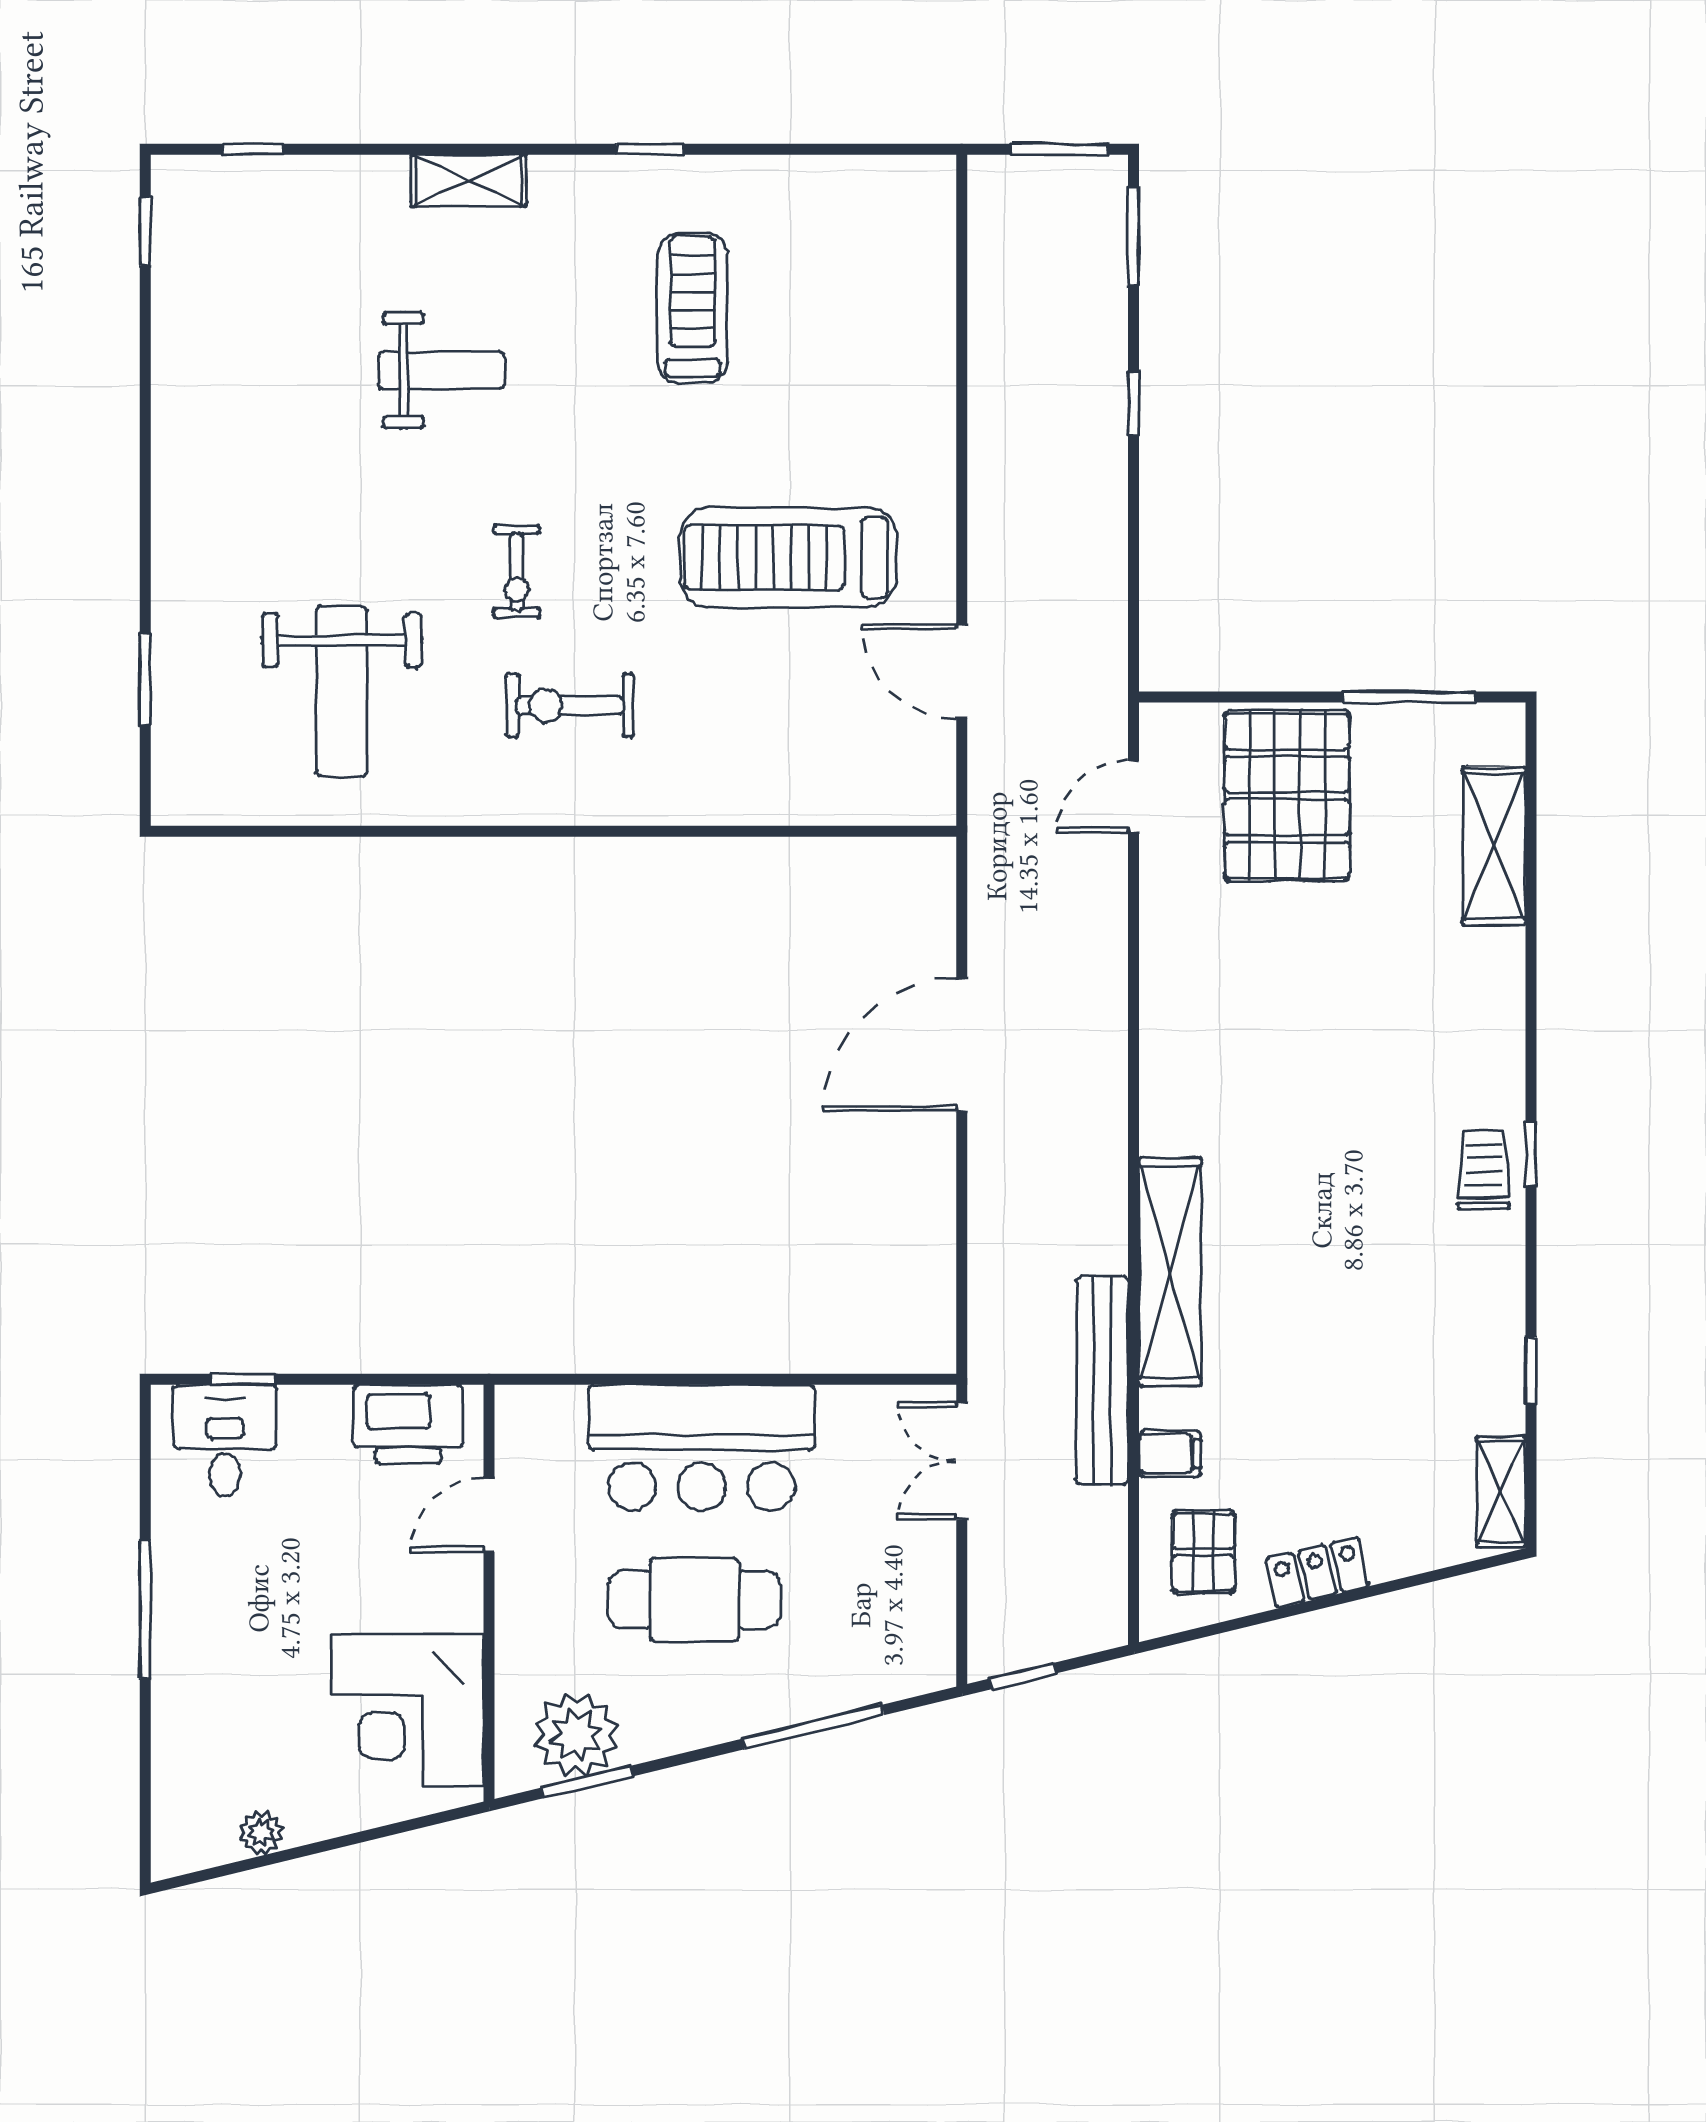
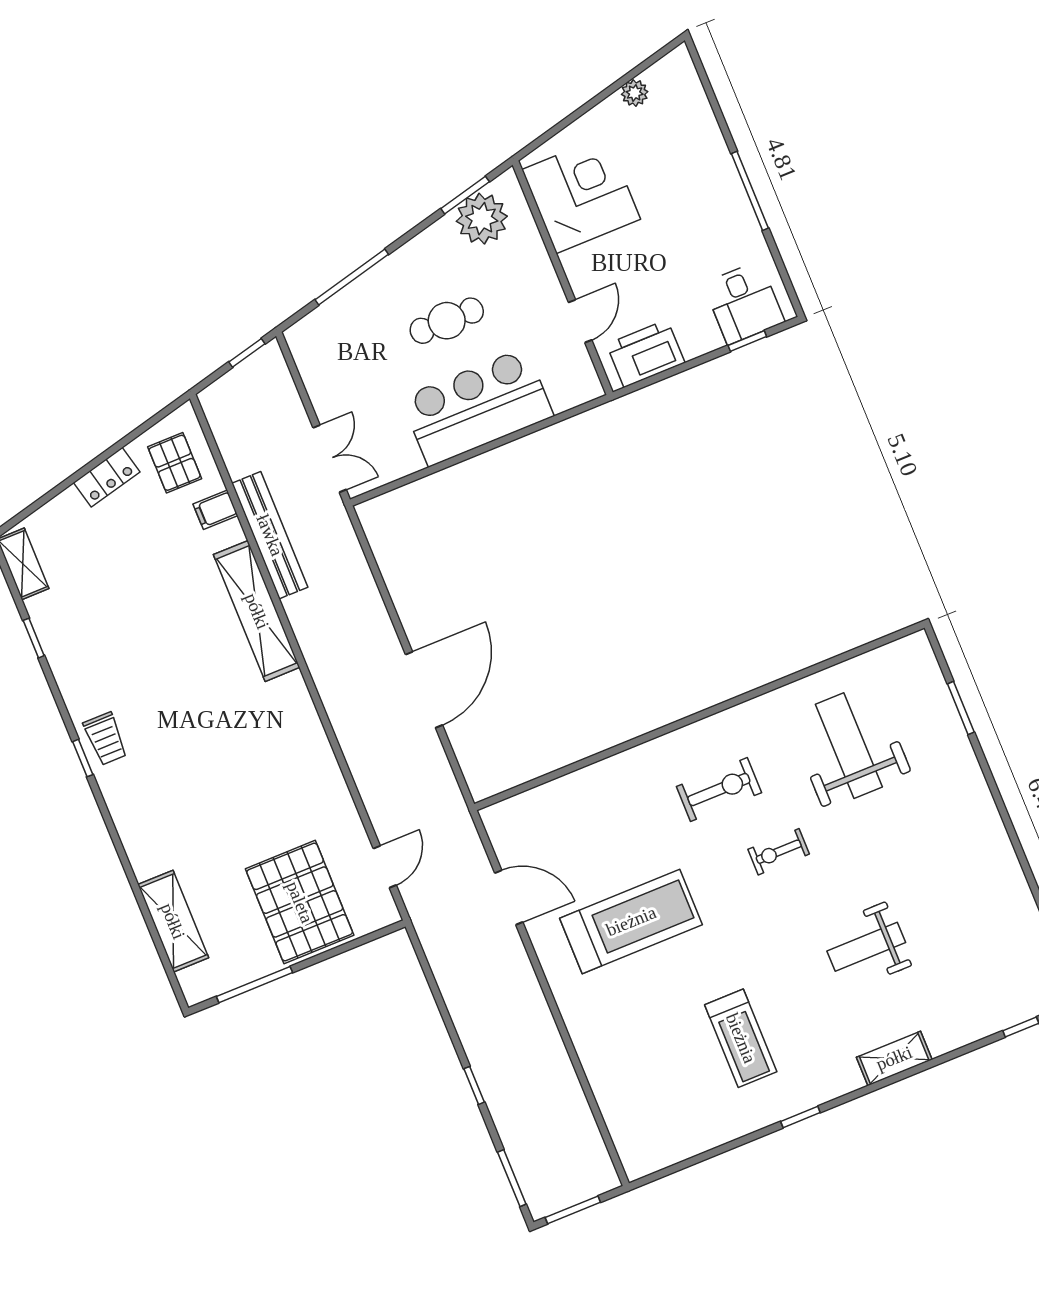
exercise bike: (517, 572) -> (779, 852), turned -90
cafe table: (694, 1600) -> (447, 321), width x0.73, depth x0.74

